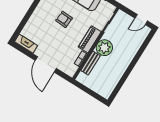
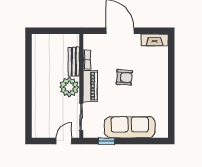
armchair: (64, 19) -> (124, 77), moved
door: (141, 20) -> (64, 141), moved

